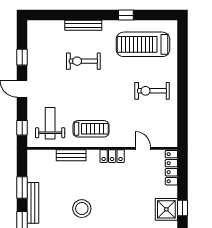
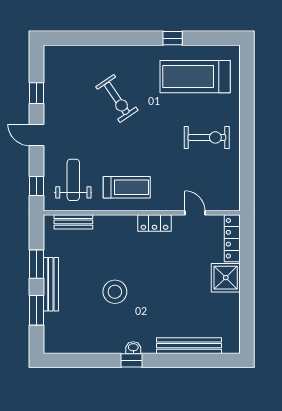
bench: (83, 25) -> (117, 52), removed
exercise bike: (83, 61) -> (117, 99), turned -124
exercise bike: (152, 91) -> (207, 137), turned 180
bench: (71, 155) -> (73, 222), moved
window: (183, 208) -> (247, 291), removed
shower: (166, 209) -> (226, 278), moved

